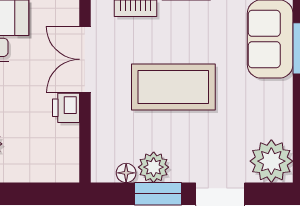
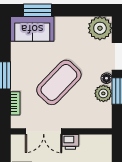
coffee table: (173, 87) -> (59, 82), turned 44
floor lamp: (126, 173) -> (106, 78), moved

